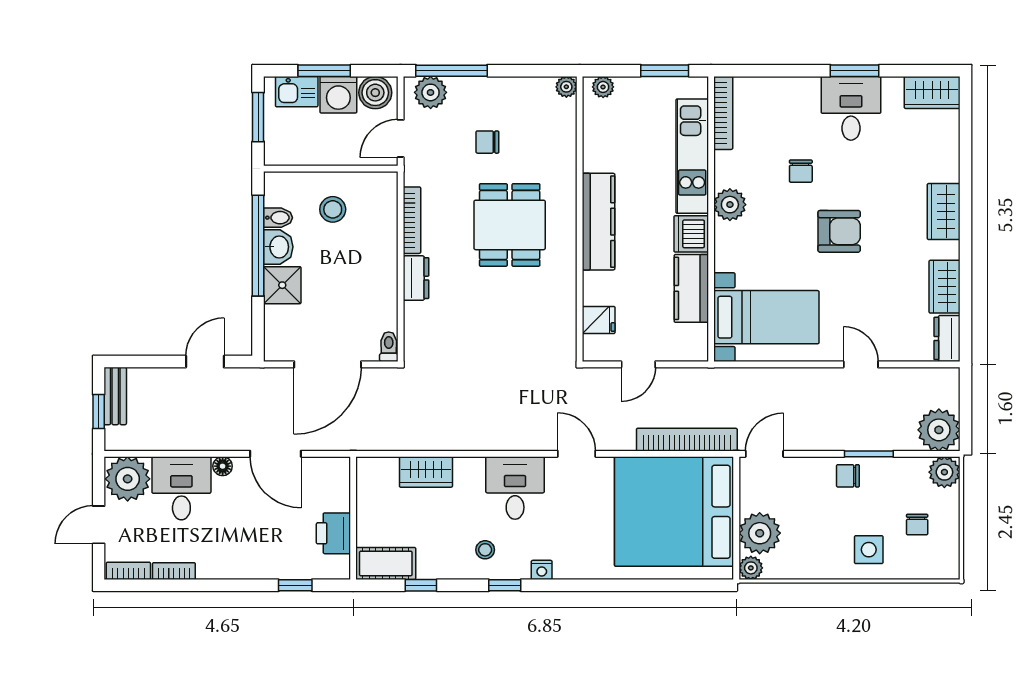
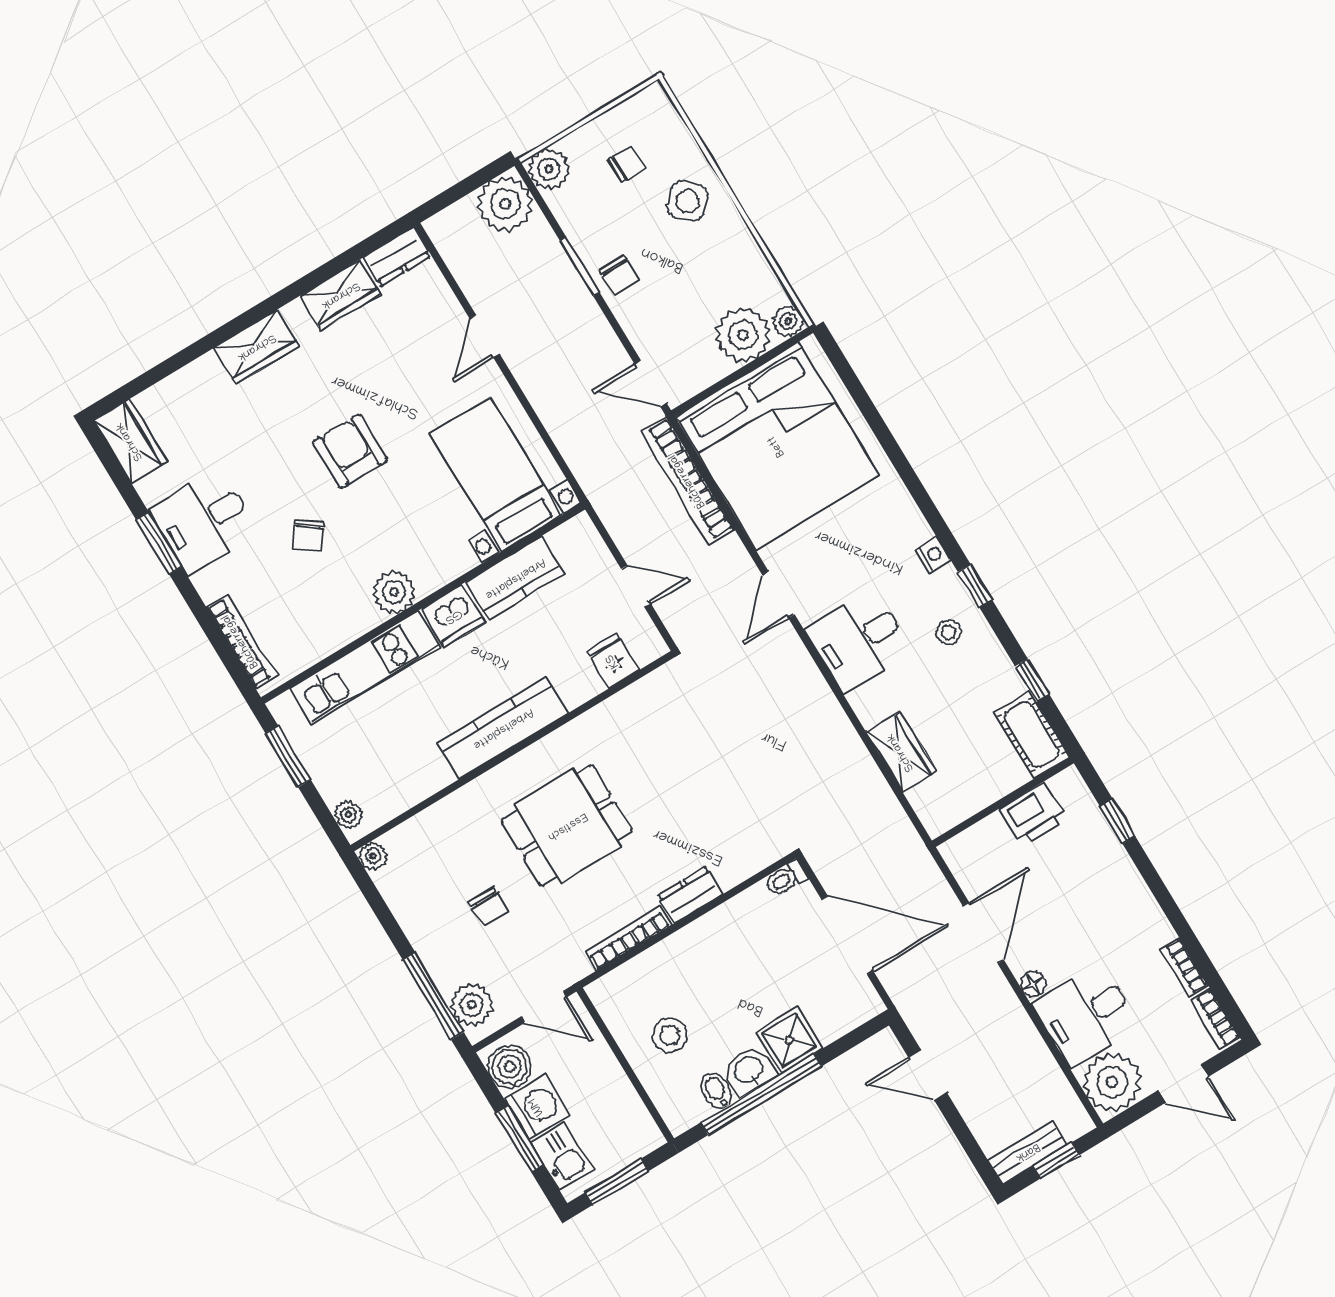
bookcase: (723, 113) -> (241, 641), moved, turned 90
chair: (801, 171) -> (308, 535), turned 126
side table: (869, 550) -> (687, 201), turned 45

